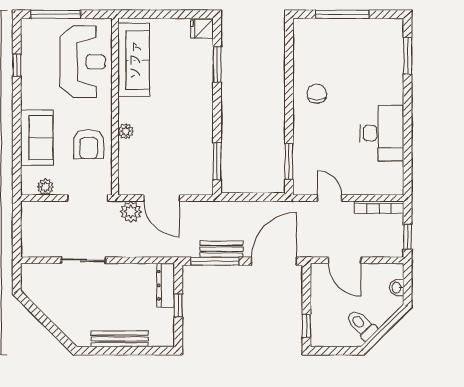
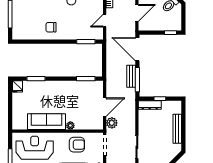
sofa: (134, 60) -> (47, 122), moved

